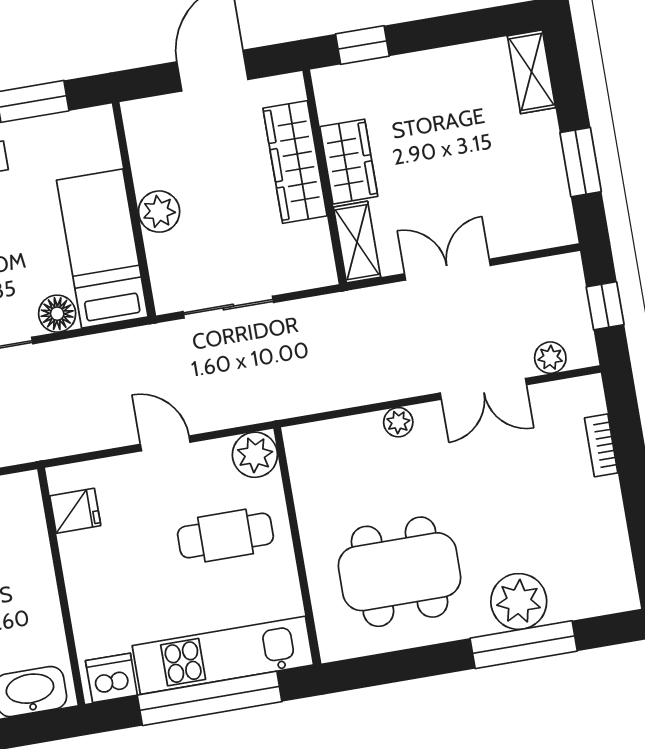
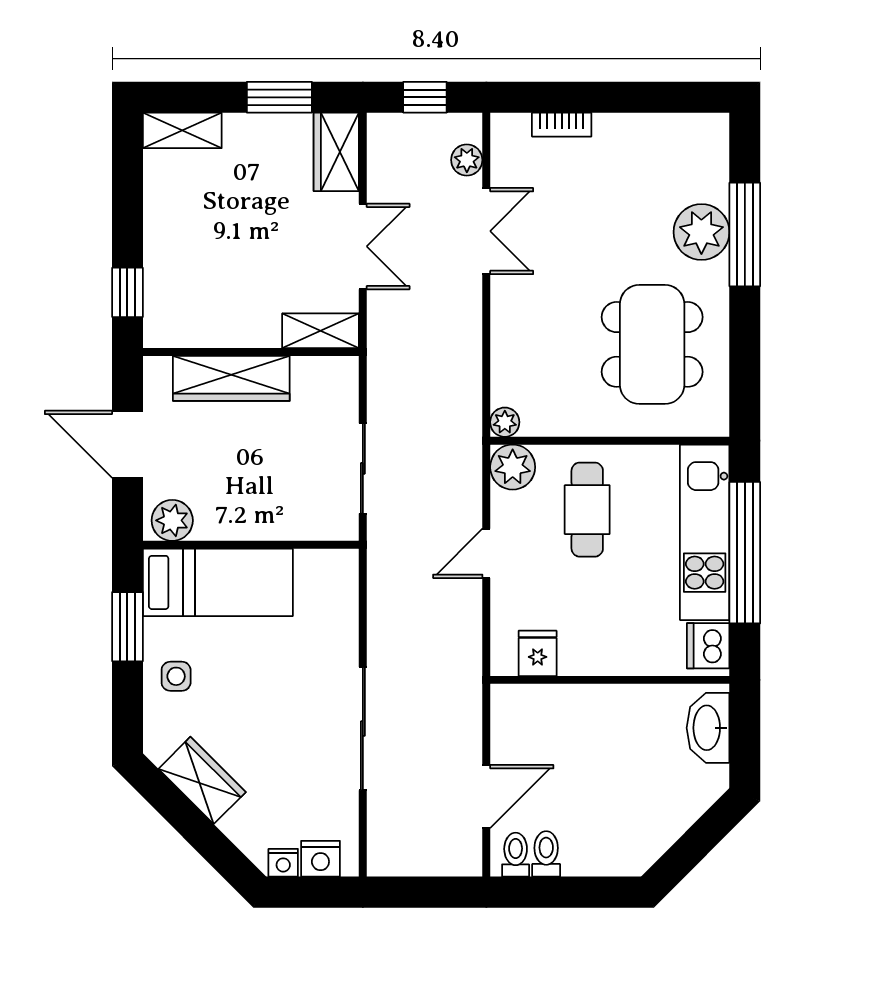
wardrobe: (349, 162) -> (336, 152), moved, turned -90
plant: (159, 212) -> (172, 520), moved
bed: (102, 249) -> (218, 582), moved, turned 180
double door: (447, 270) -> (363, 246), swing flipped
floor lamp: (57, 314) -> (340, 638), removed
plant: (398, 422) -> (505, 422), moved

